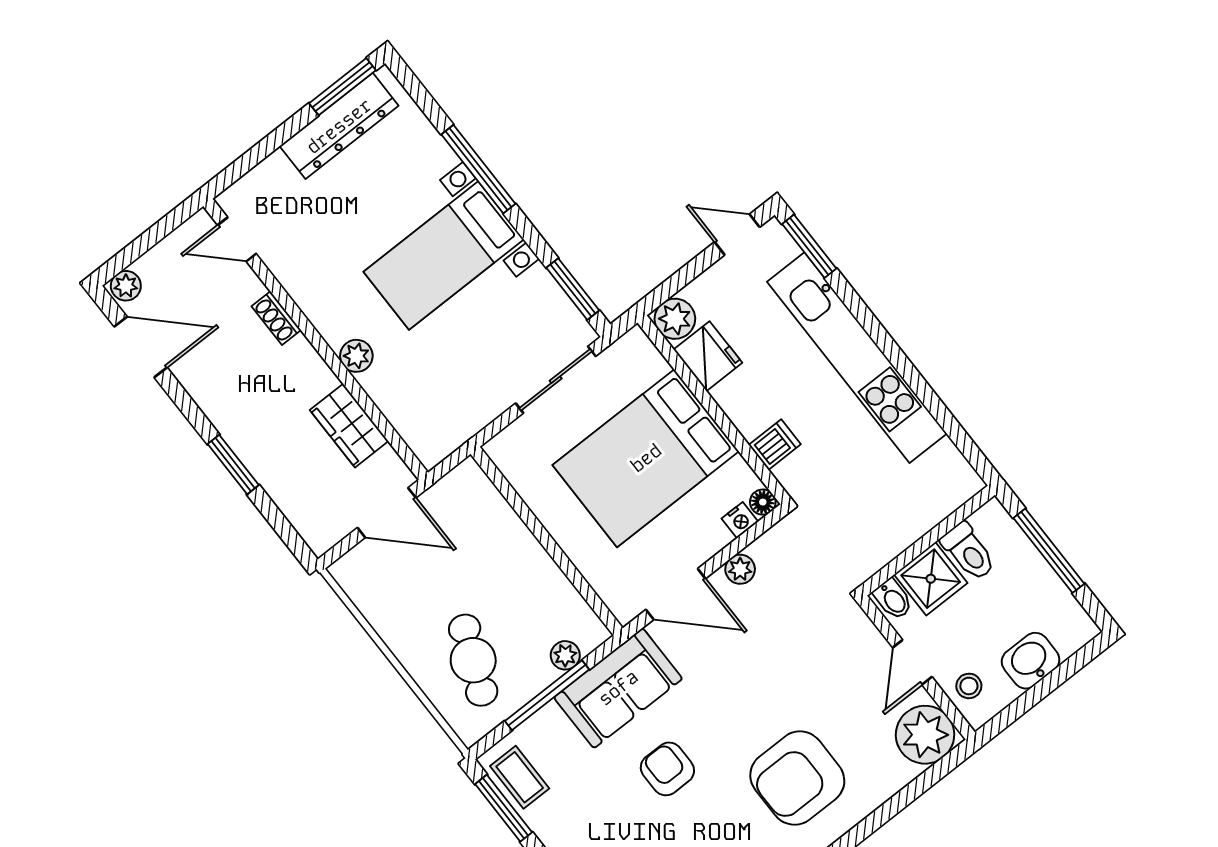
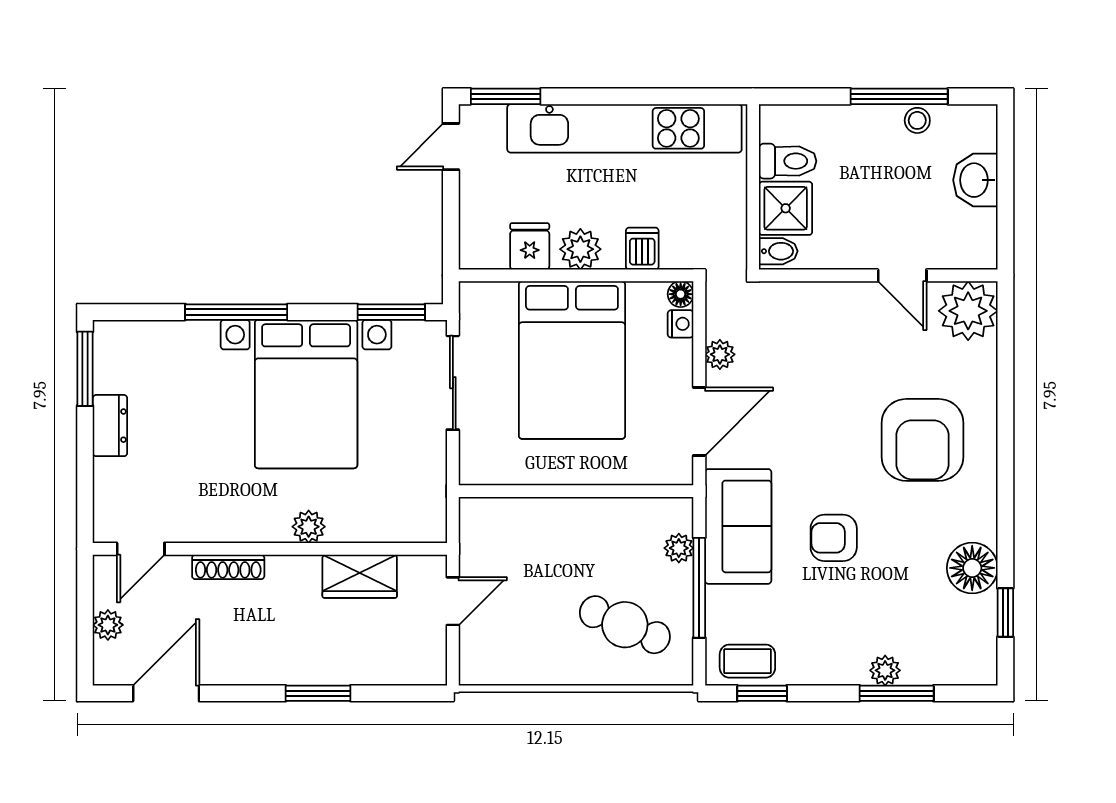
dresser: (339, 126) -> (110, 426), width x0.51, depth x0.80
bed with nightstands: (444, 256) -> (306, 394), width x1.36
plant: (126, 286) -> (108, 625), moved
shoe rack: (276, 318) -> (228, 567), width x1.43
plant: (675, 319) -> (580, 249), moved
fridge: (708, 356) -> (530, 246), width x0.72
door: (387, 513) -> (453, 601), width x0.73
wall: (928, 541) -> (753, 187), moved
toilet: (969, 552) -> (788, 161), moved
shower: (931, 579) -> (786, 208), moved
bidet: (893, 599) -> (778, 251), moved
stool: (969, 686) -> (917, 120), moved
window: (504, 808) -> (762, 693), width x0.67

